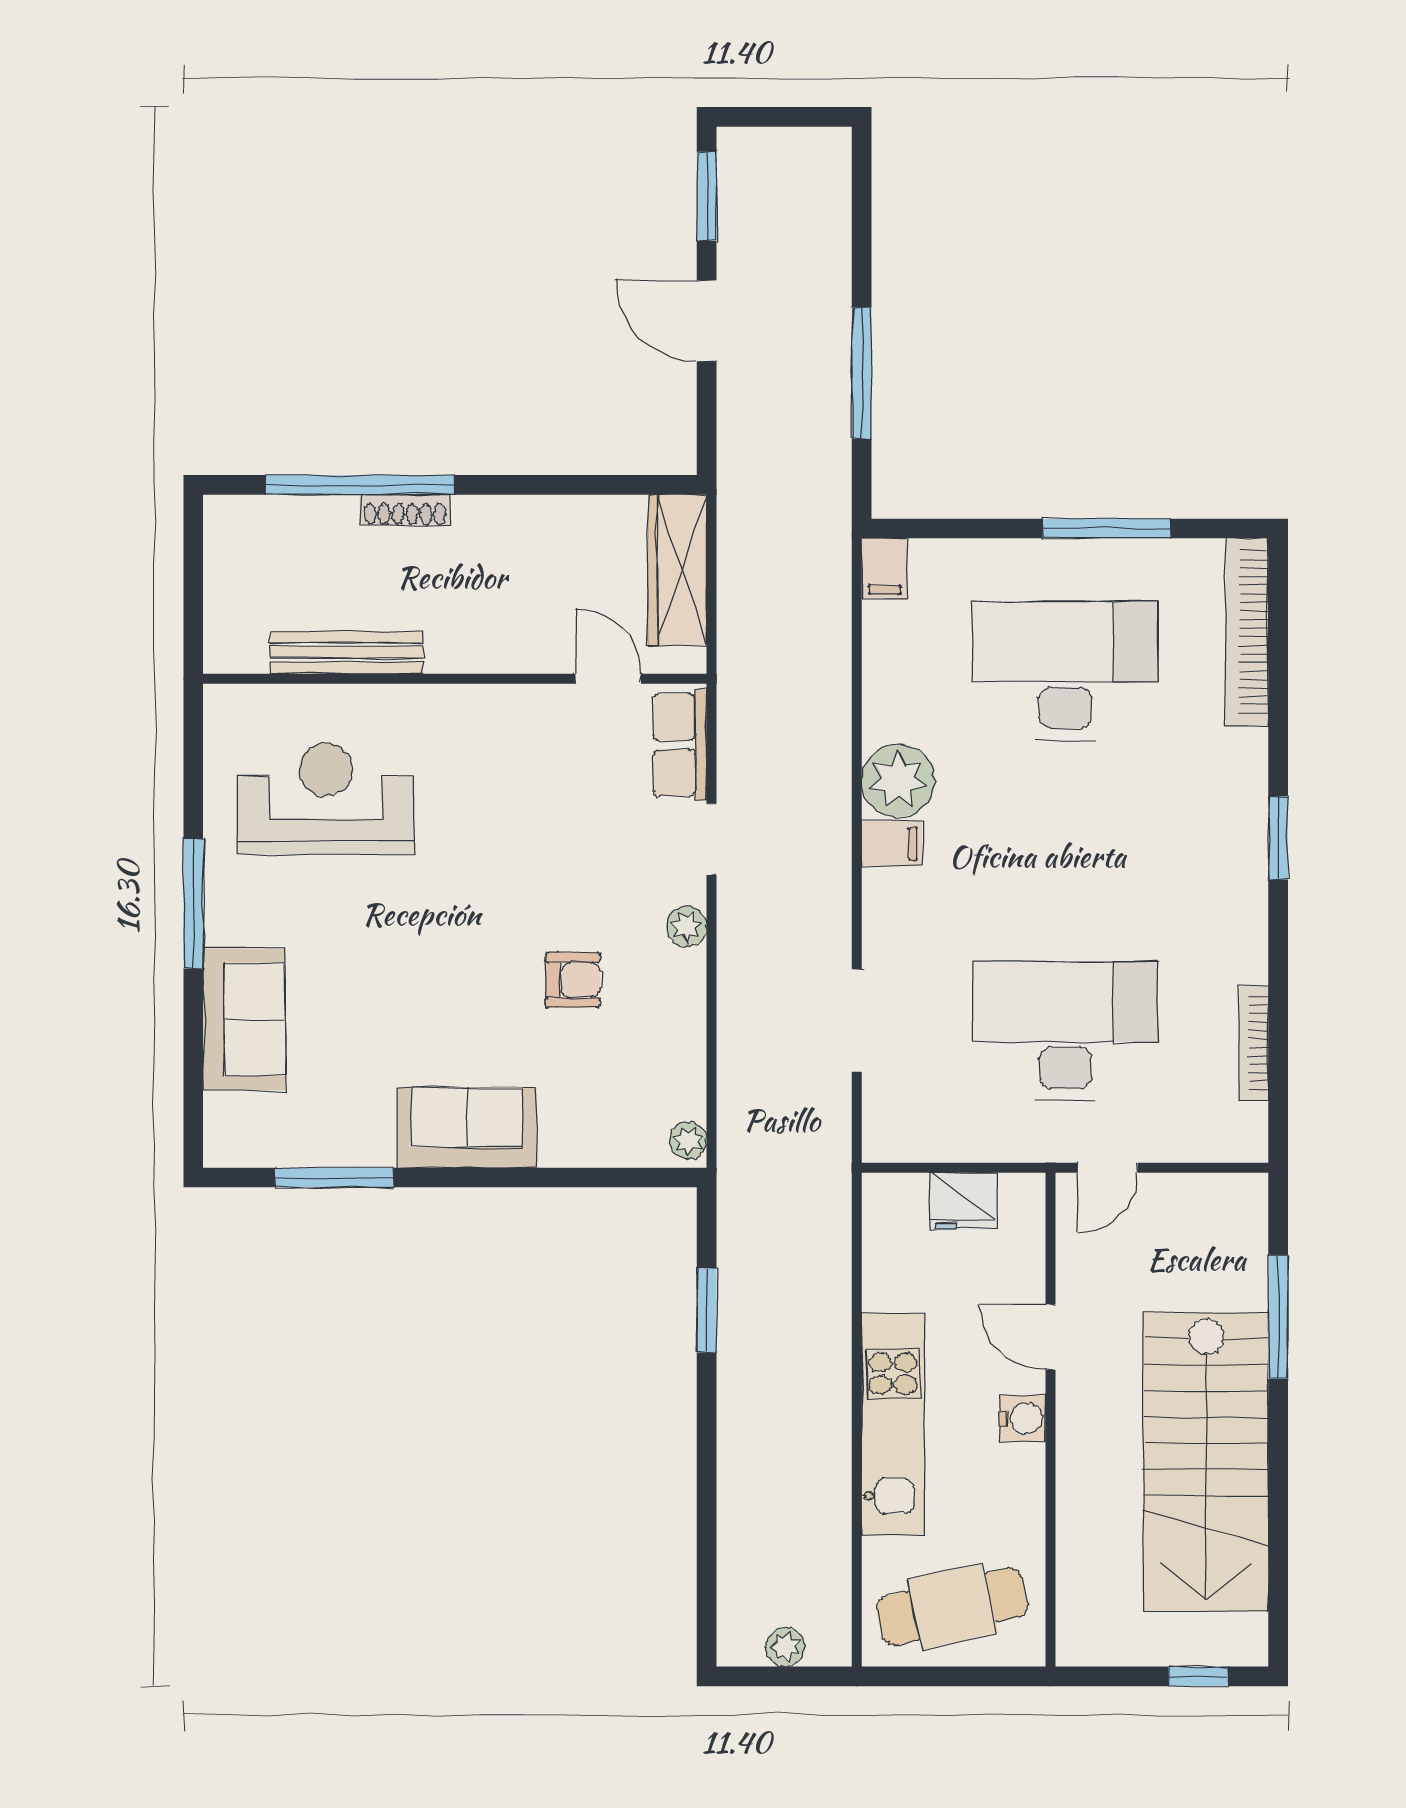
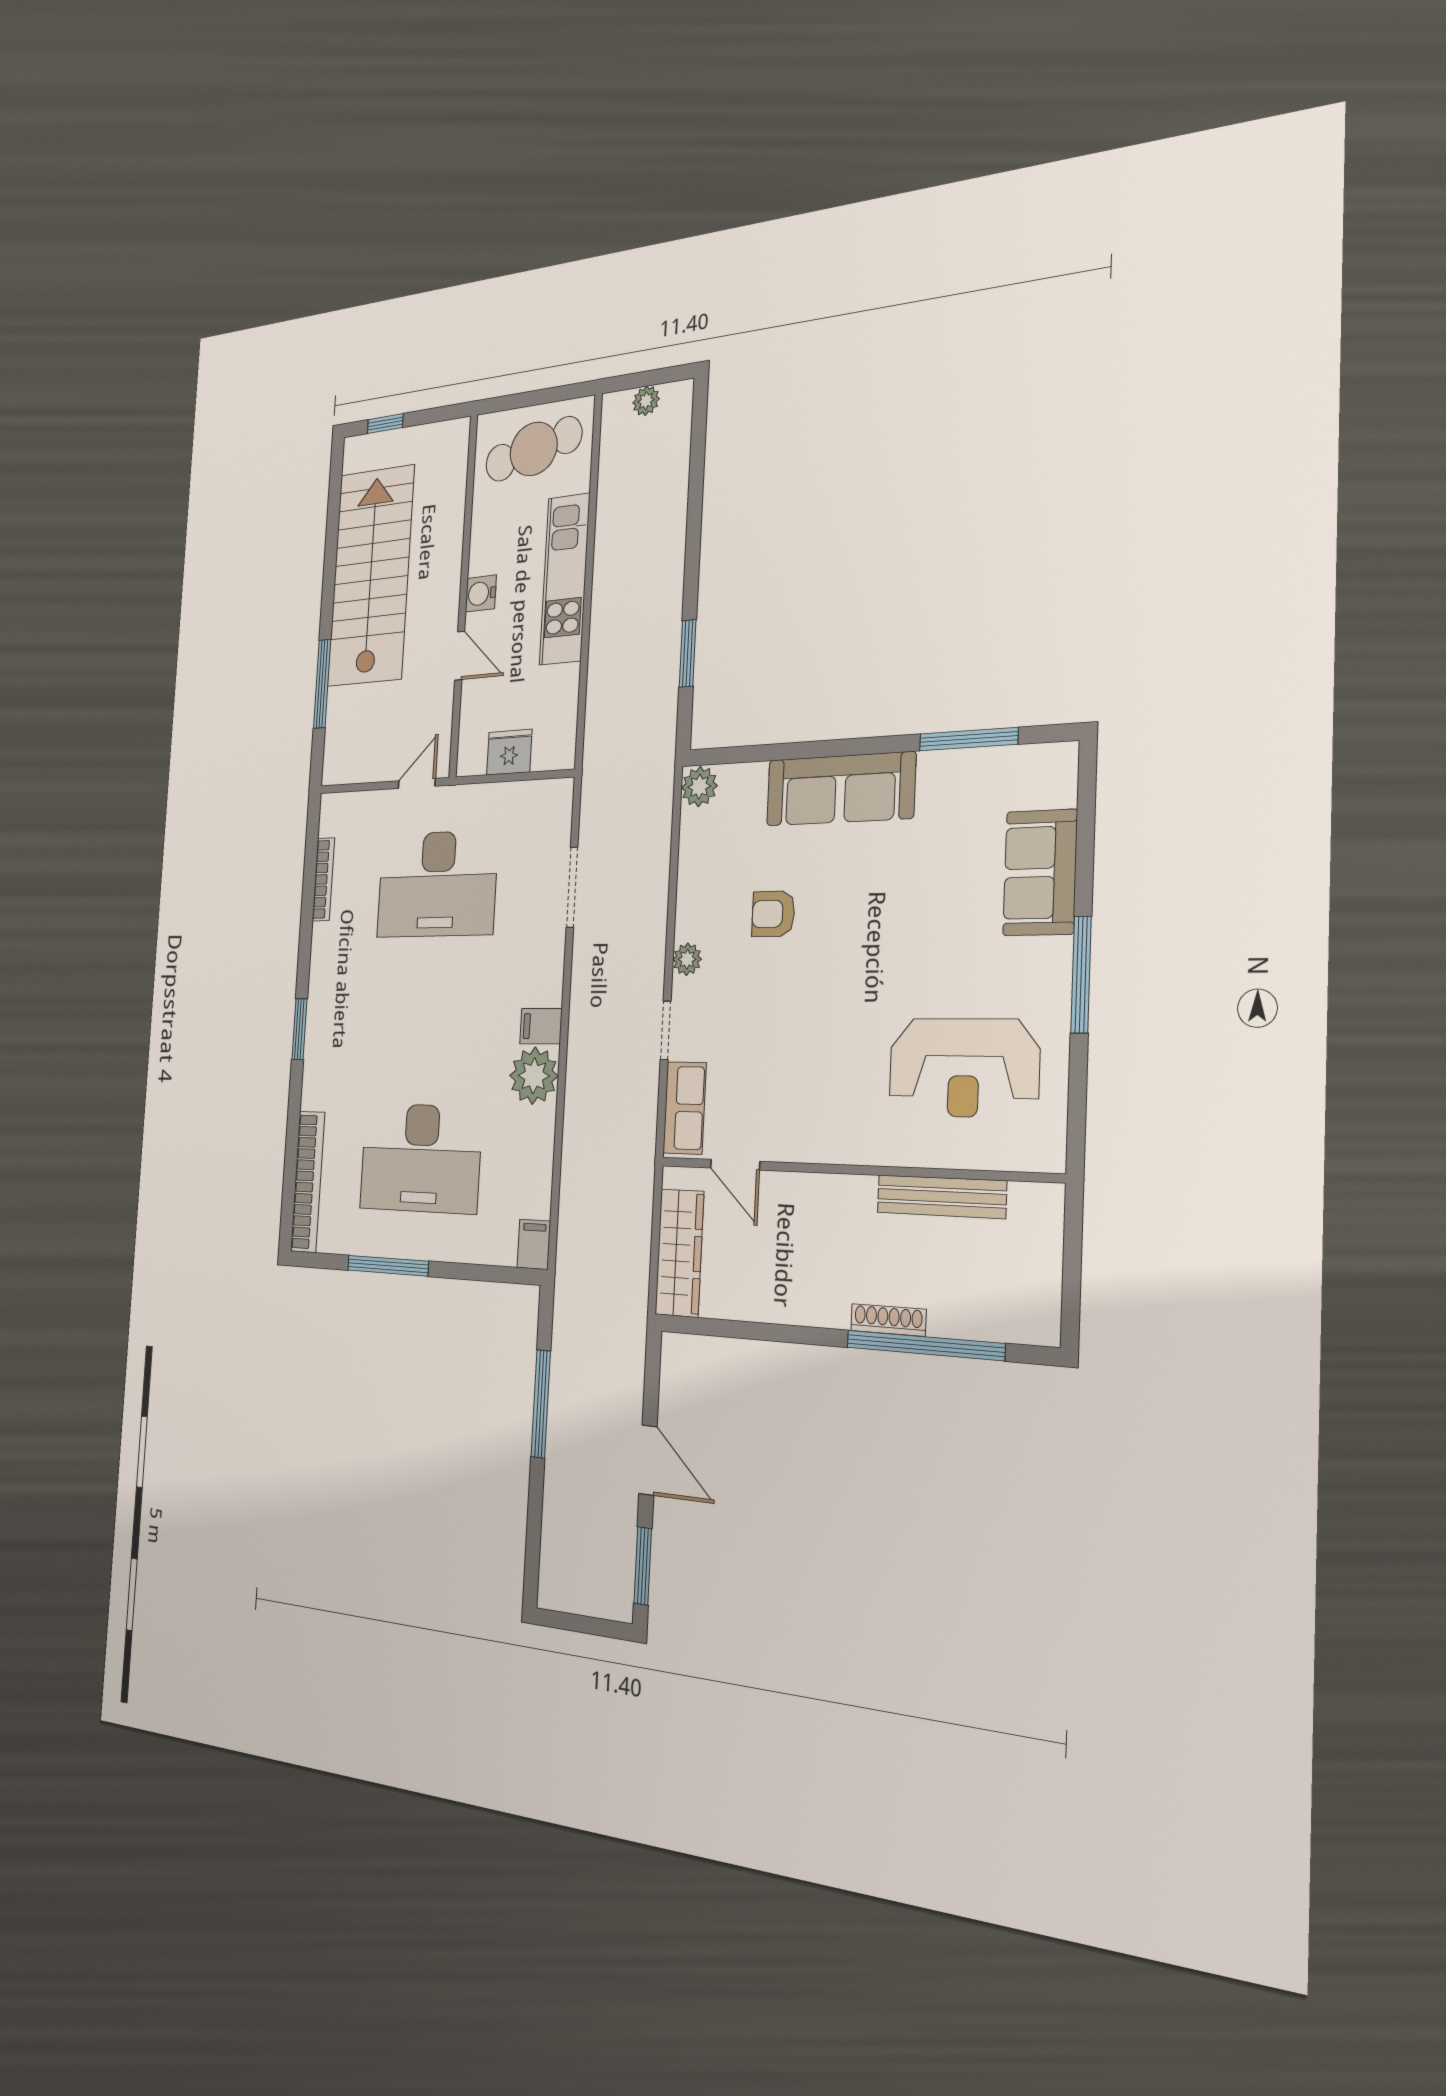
sofa: (467, 1128) -> (840, 789), width x1.36
plant: (688, 1141) -> (699, 787), width x1.38, depth x1.38

